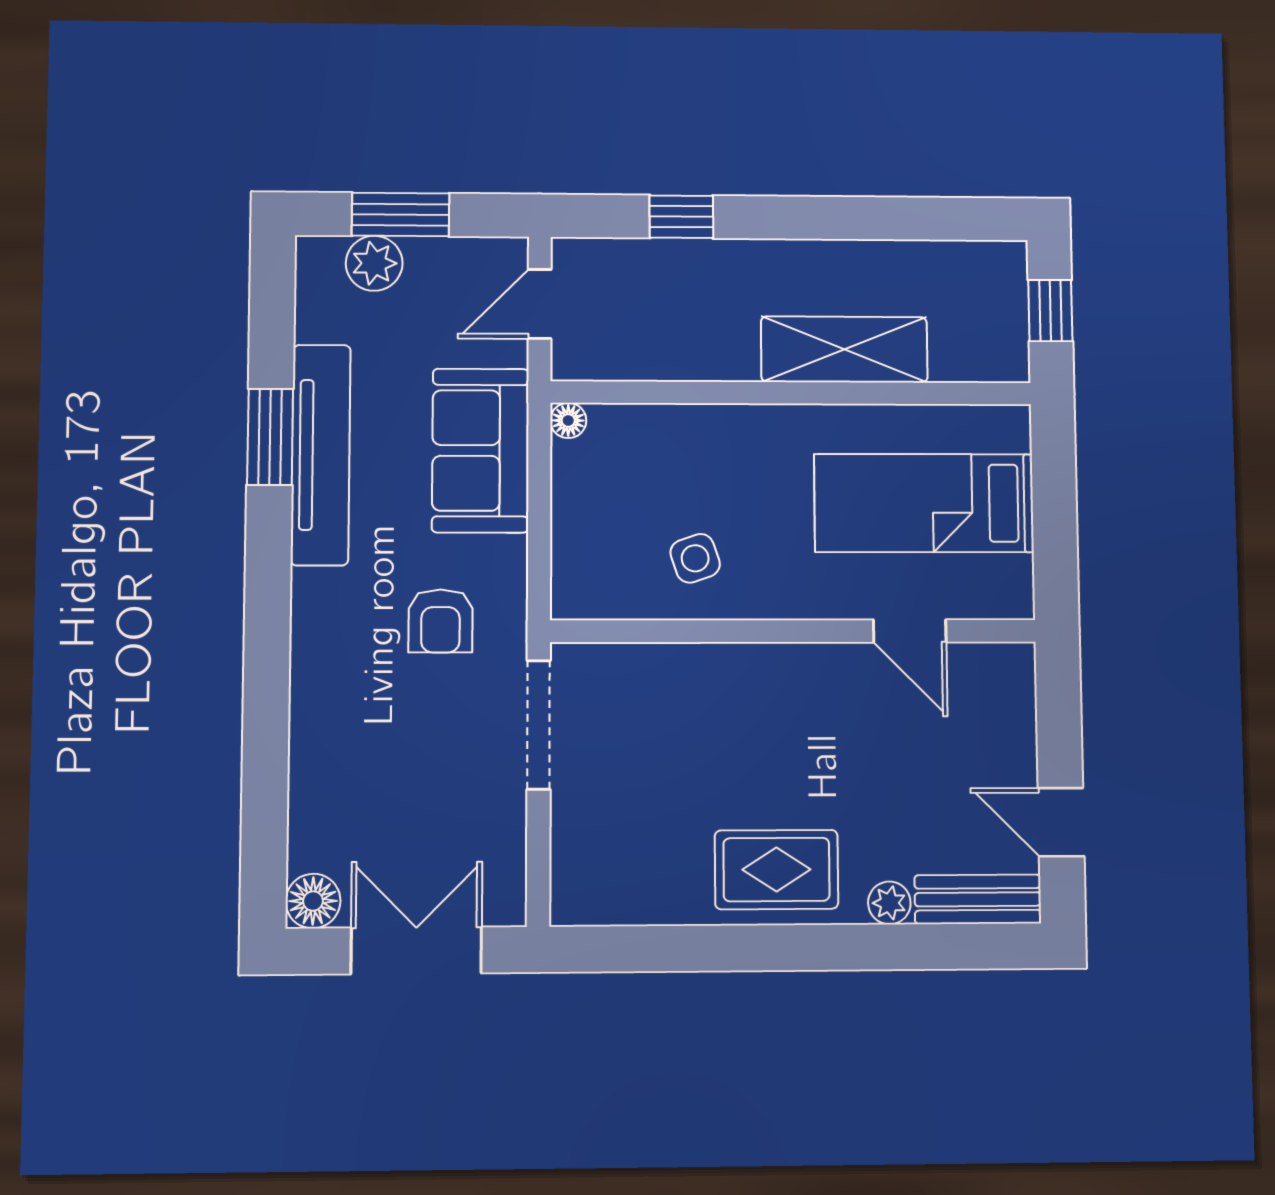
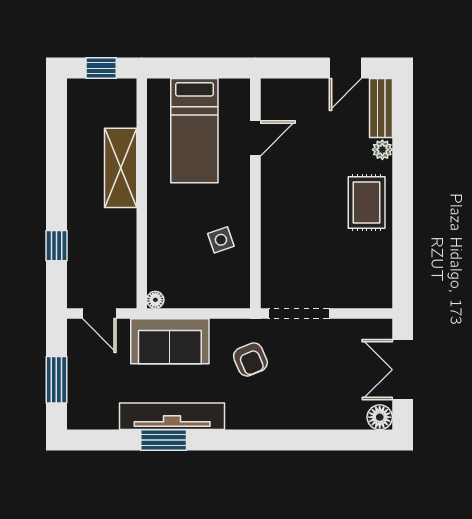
plant: (374, 263) -> (80, 392), removed
armchair: (440, 621) -> (250, 359), turned 67

